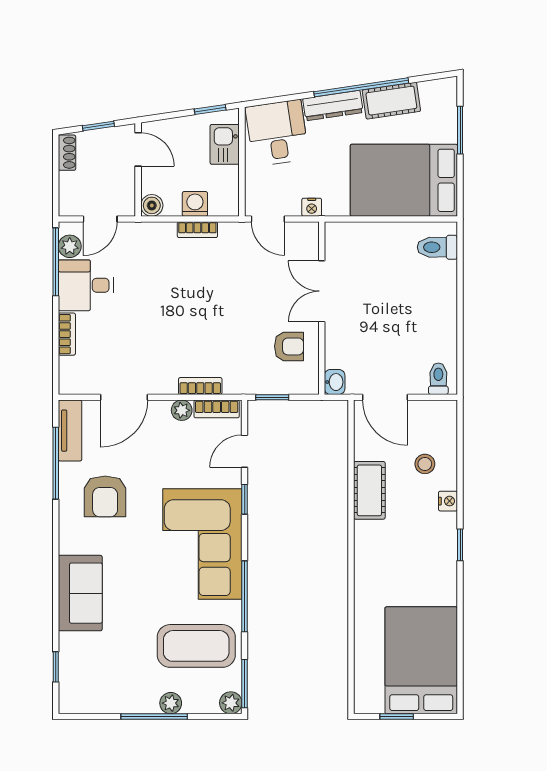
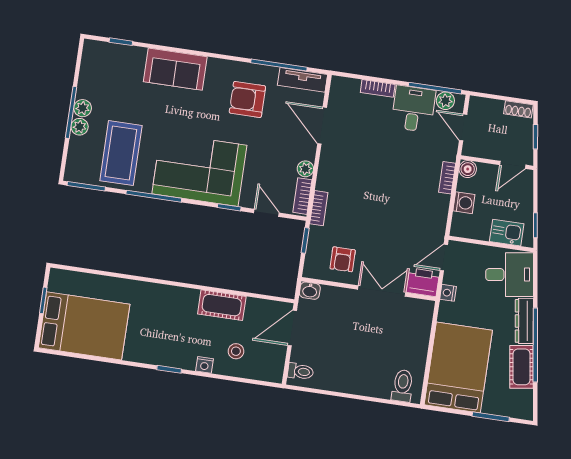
bookcase: (197, 230) -> (447, 178), moved
printer: (303, 241) -> (423, 282), added
bookcase: (200, 386) -> (319, 208), moved
plant: (231, 703) -> (83, 108), moved

